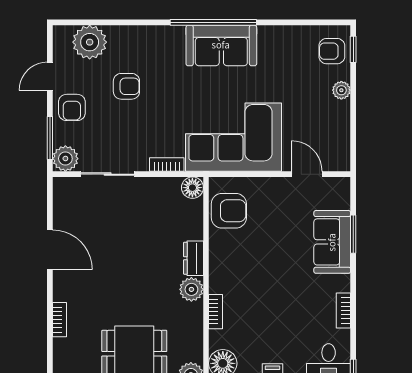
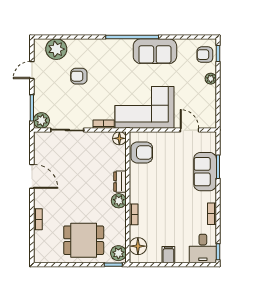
sofa: (221, 45) -> (155, 51), moved
armchair: (126, 86) -> (79, 76), turned 180
armchair: (72, 107) -> (45, 89), removed

